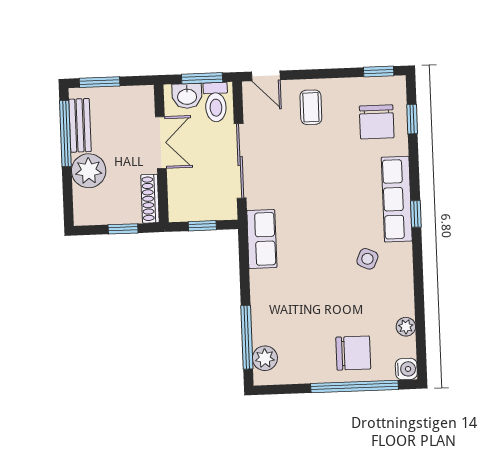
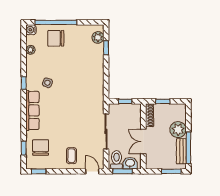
window: (416, 214) -> (24, 83), moved
row of seats: (262, 239) -> (97, 94), removed
window: (247, 337) -> (106, 48), width x0.46

